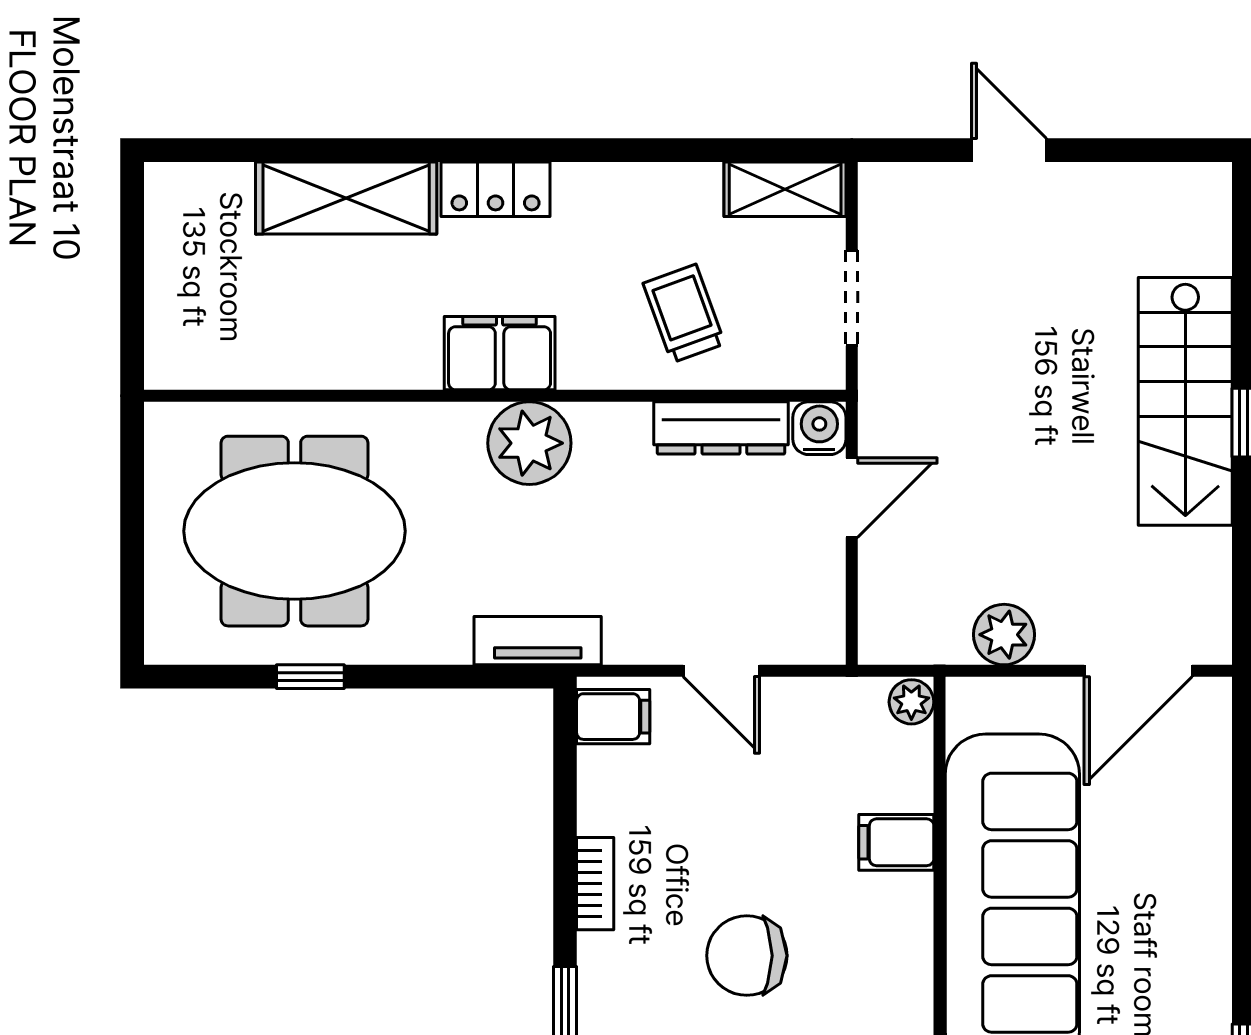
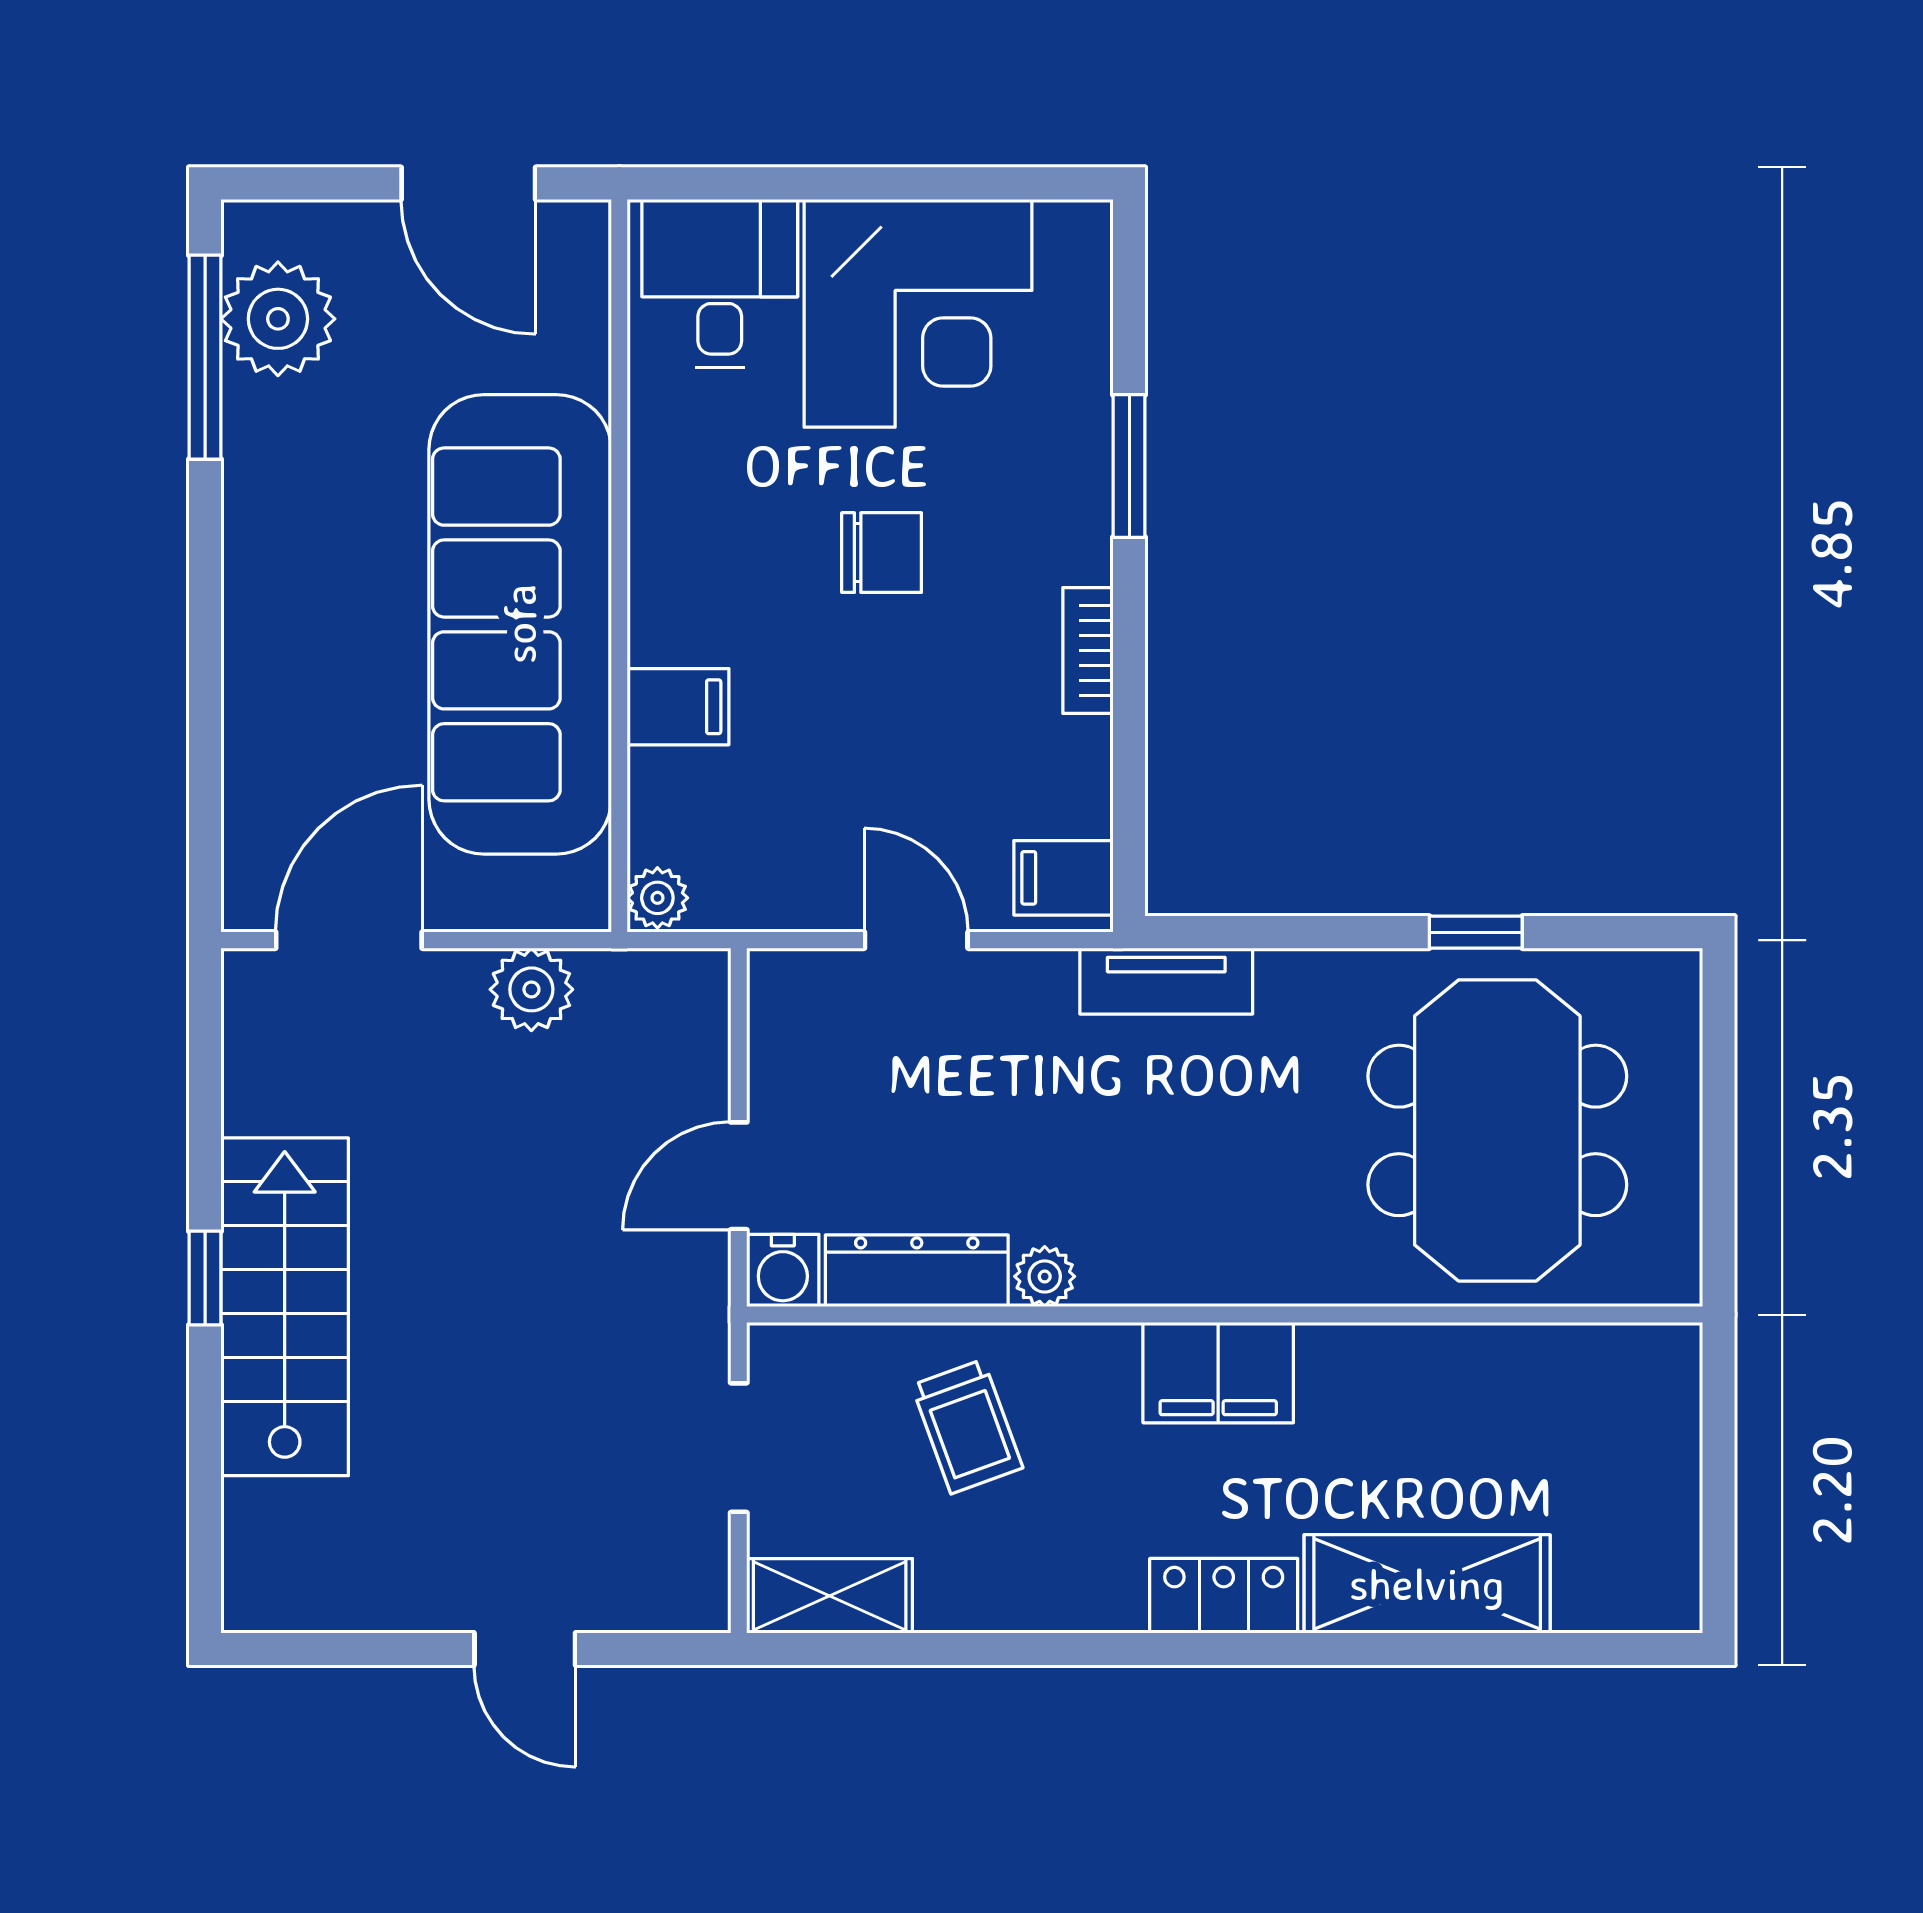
plant: (529, 443) -> (1045, 1276), moved, width x0.53, depth x0.53
meeting table: (295, 531) -> (1497, 1130), turned 90
chair: (747, 956) -> (882, 553), width x0.73, depth x0.73

